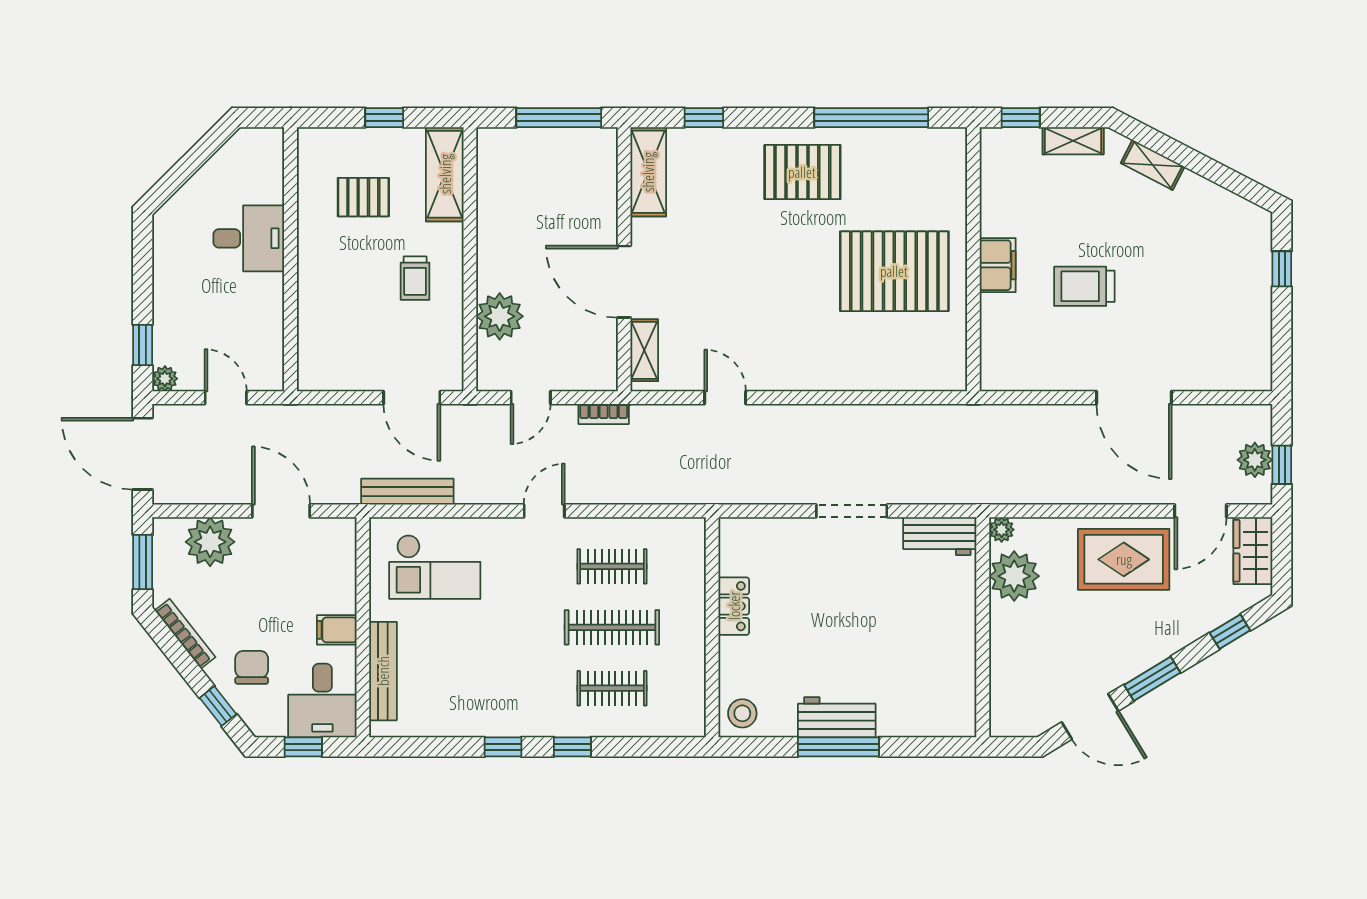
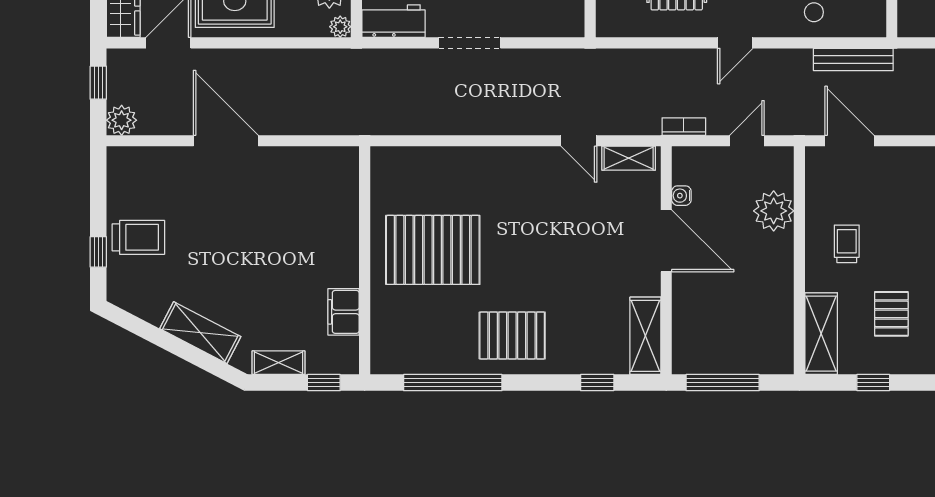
shelving: (1153, 165) -> (200, 333), width x1.50, depth x1.33
pallet: (363, 197) -> (891, 314), turned 90
filing cabinet: (998, 265) -> (344, 312), moved
trolley: (1084, 286) -> (138, 237), moved
water cooler: (606, 334) -> (681, 196), added
shelving: (644, 350) -> (629, 158), moved, turned 90
plant: (1255, 460) -> (122, 120), moved

